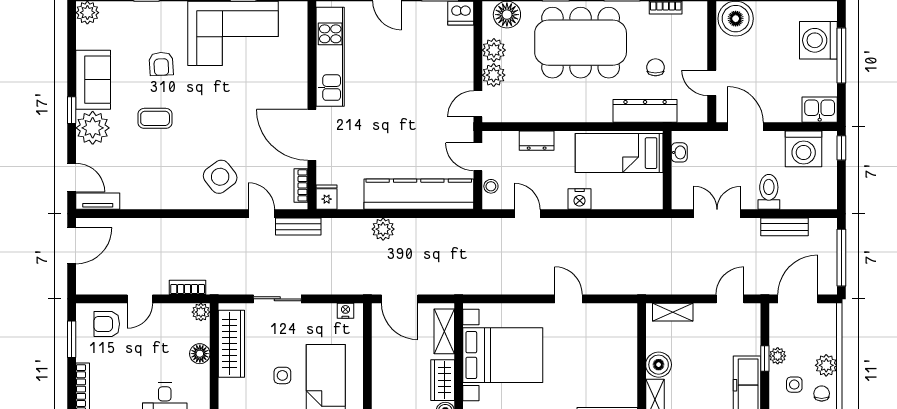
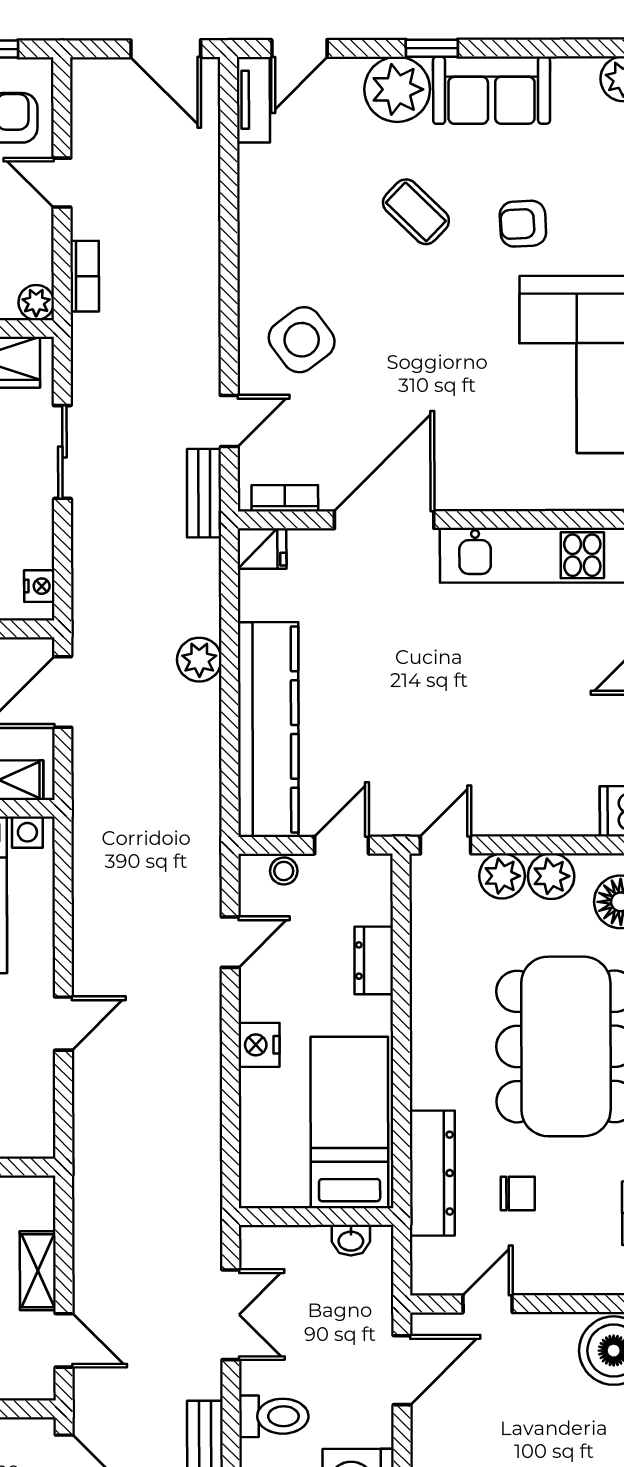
door: (478, 104) -> (446, 845), hinge flipped
coffee table: (155, 118) -> (416, 212), turned -46
shelving: (673, 312) -> (38, 1271), moved

